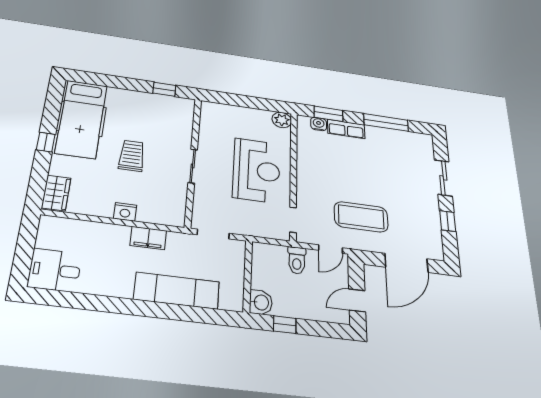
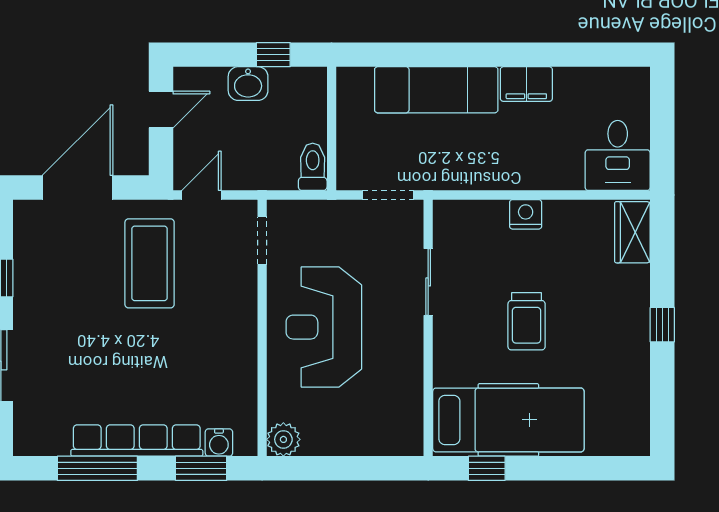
hospital bed: (81, 119) -> (508, 420), moved, turned 90
row of seats: (346, 129) -> (137, 441), width x2.02
sliding door: (193, 166) -> (428, 282), moved
coffee table: (361, 217) -> (150, 263), turned 90
filing cabinet: (148, 238) -> (526, 84), moved, turned 180
toilet: (297, 260) -> (313, 167), moved
desk: (55, 270) -> (618, 155), moved, turned 90
washbasin: (261, 302) -> (248, 84), moved, turned -90

